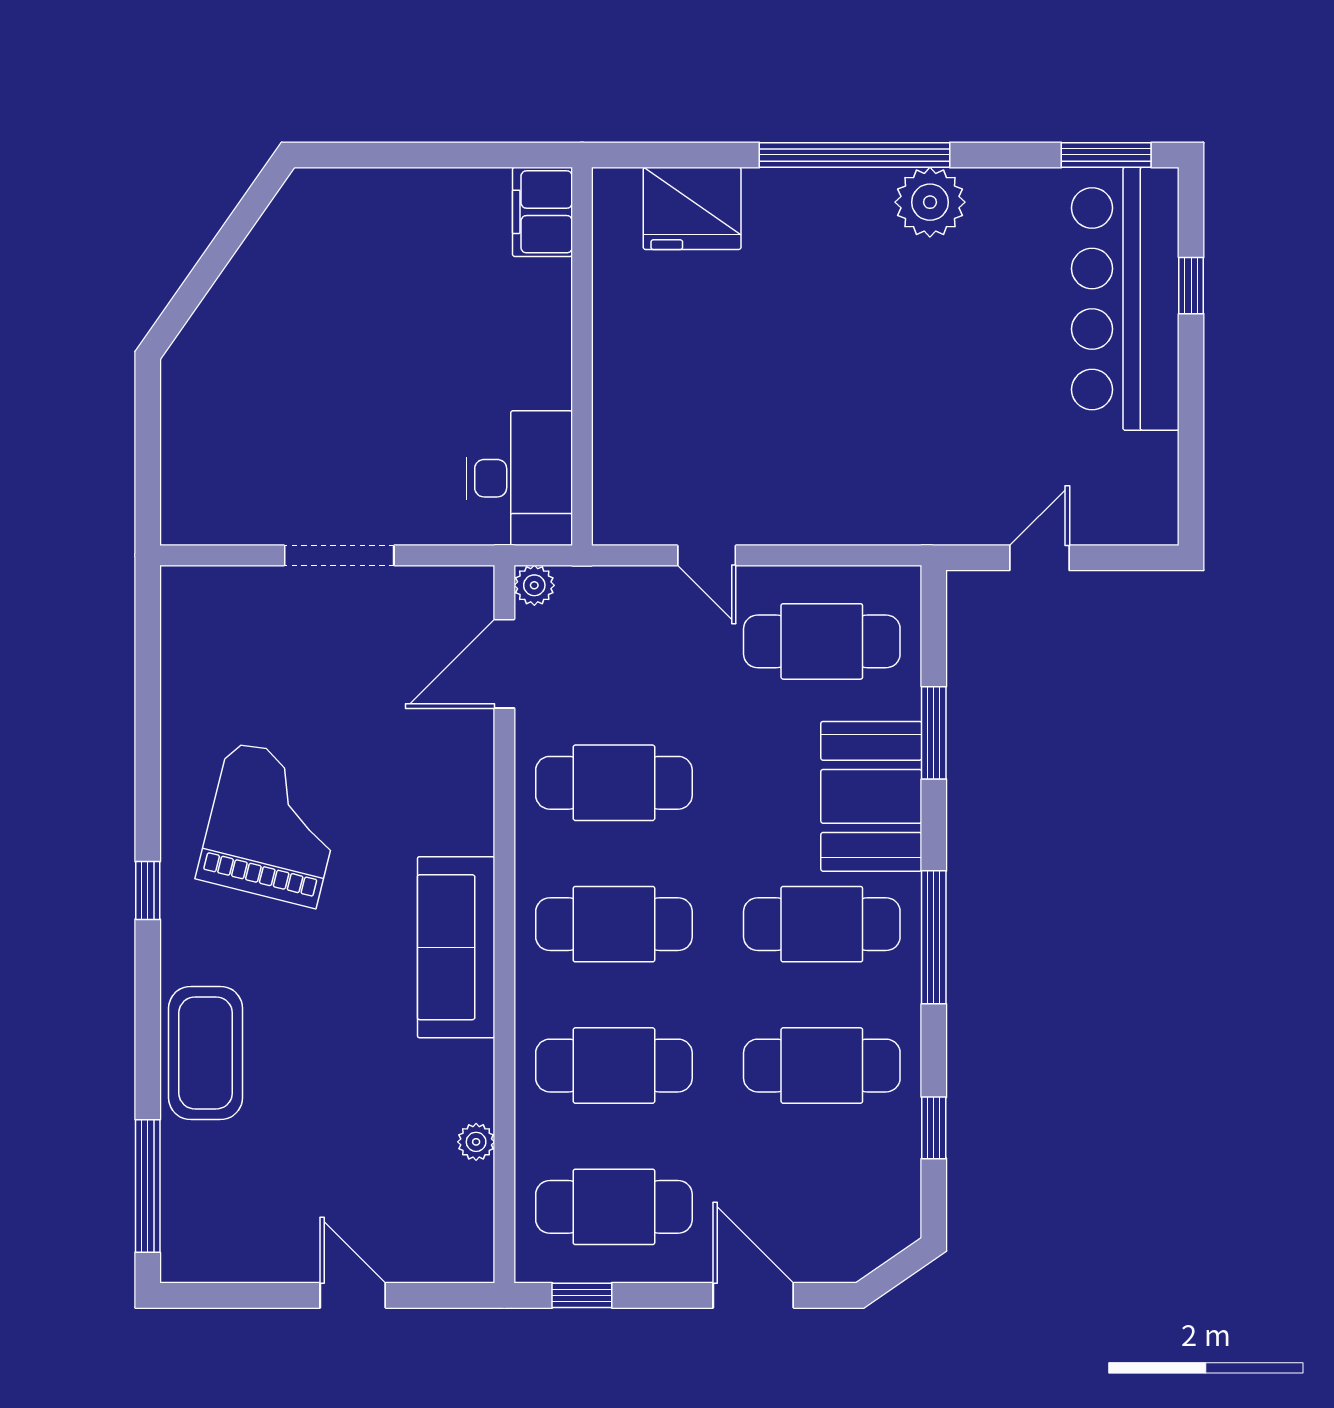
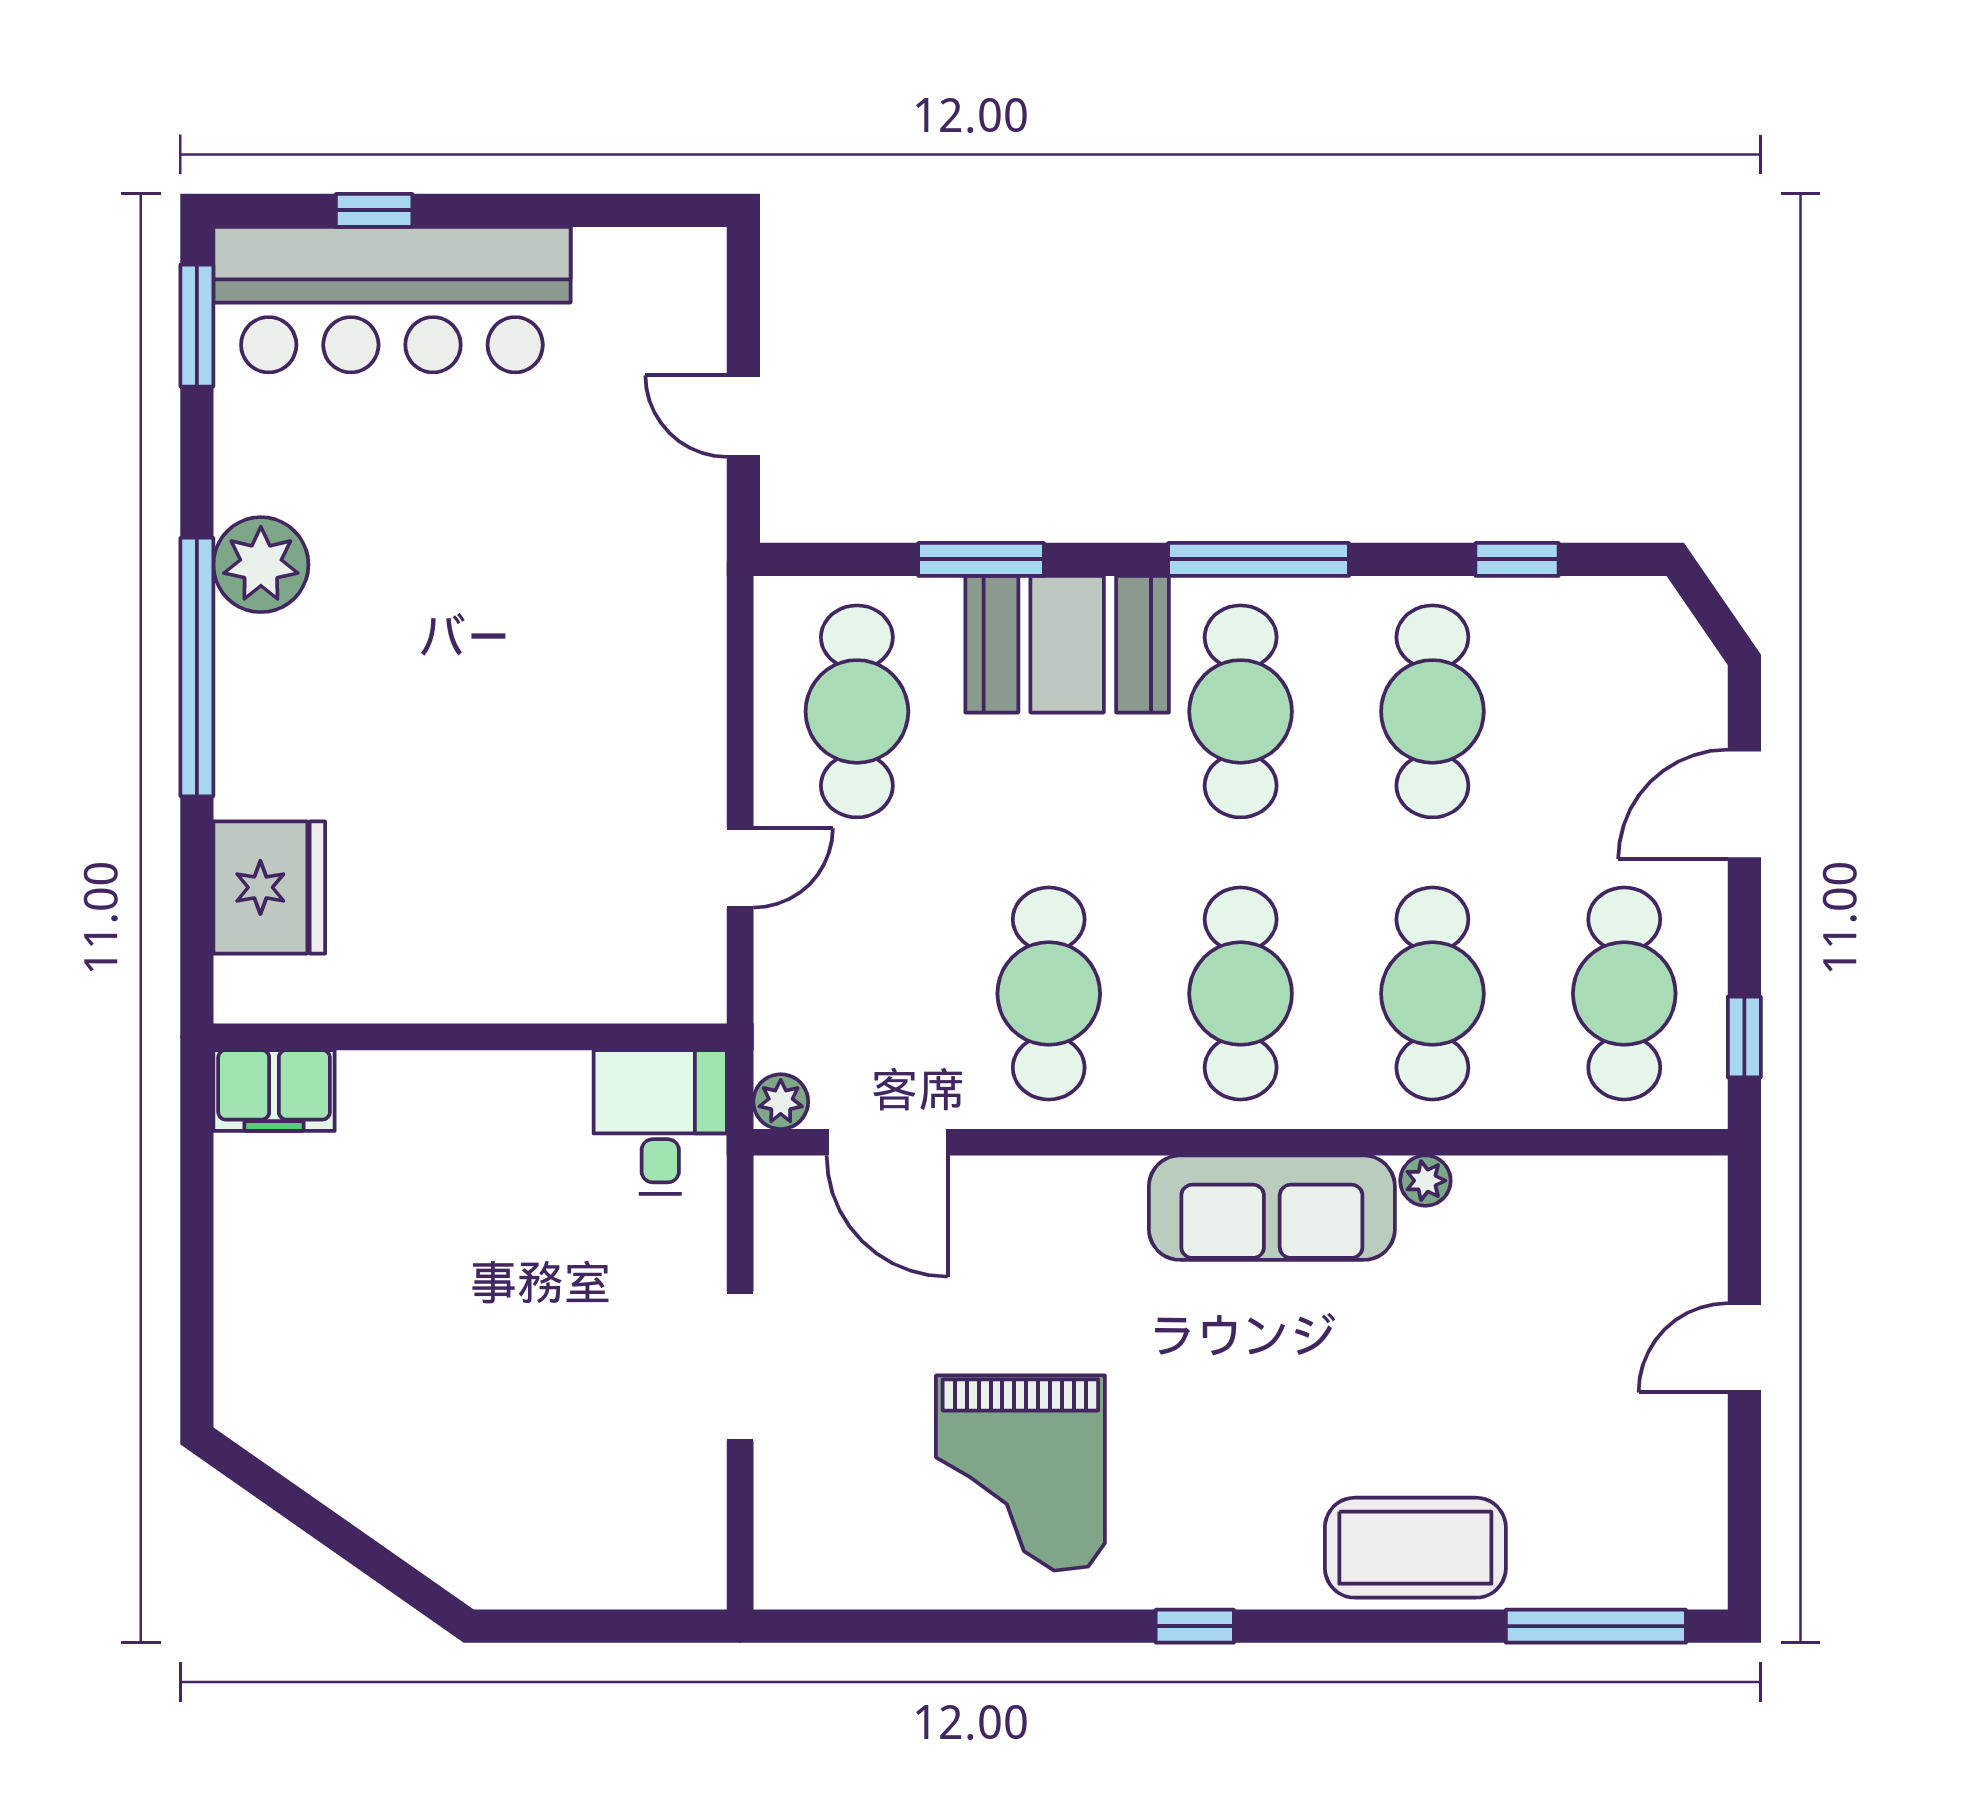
desk: (519, 478) -> (660, 1122), width x0.73
grand piano: (273, 824) -> (1020, 1473), moved, turned -104
plant: (476, 1142) -> (1425, 1181), moved

